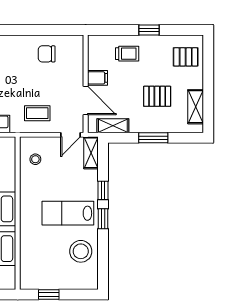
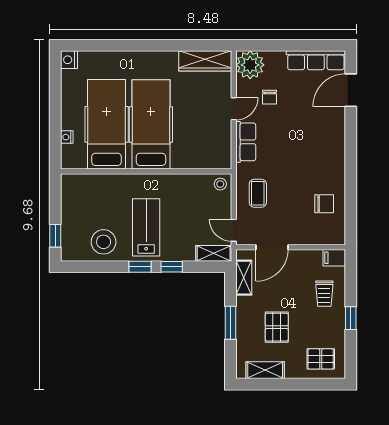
chair: (47, 54) -> (324, 204), turned 90
pallet: (186, 57) -> (321, 359), turned 90
filing cabinet: (98, 78) -> (334, 258), moved, turned 90
stool: (35, 159) -> (220, 184), moved
window: (49, 295) -> (55, 236), moved

